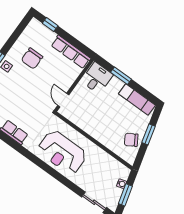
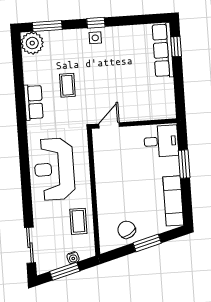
row of seats: (71, 52) -> (163, 50), moved
chair: (32, 58) -> (125, 57), removed
coffee table: (20, 105) -> (67, 85), added
coffee table: (103, 163) -> (78, 221), added

